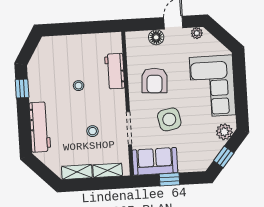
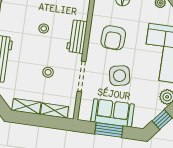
workbench: (115, 71) -> (77, 37), moved
sofa: (155, 161) -> (113, 113), moved
window: (170, 179) -> (109, 130), width x1.50

